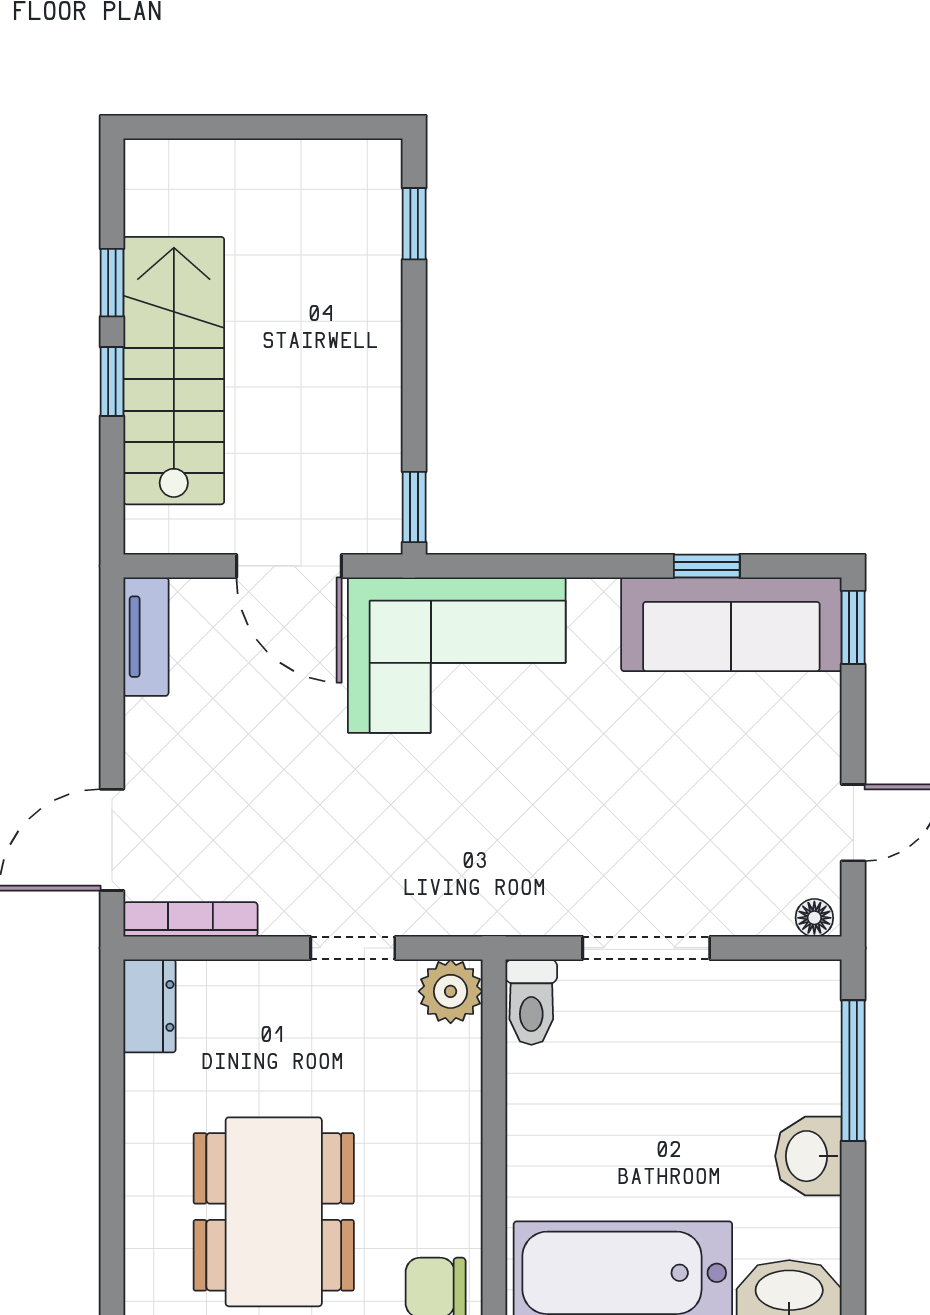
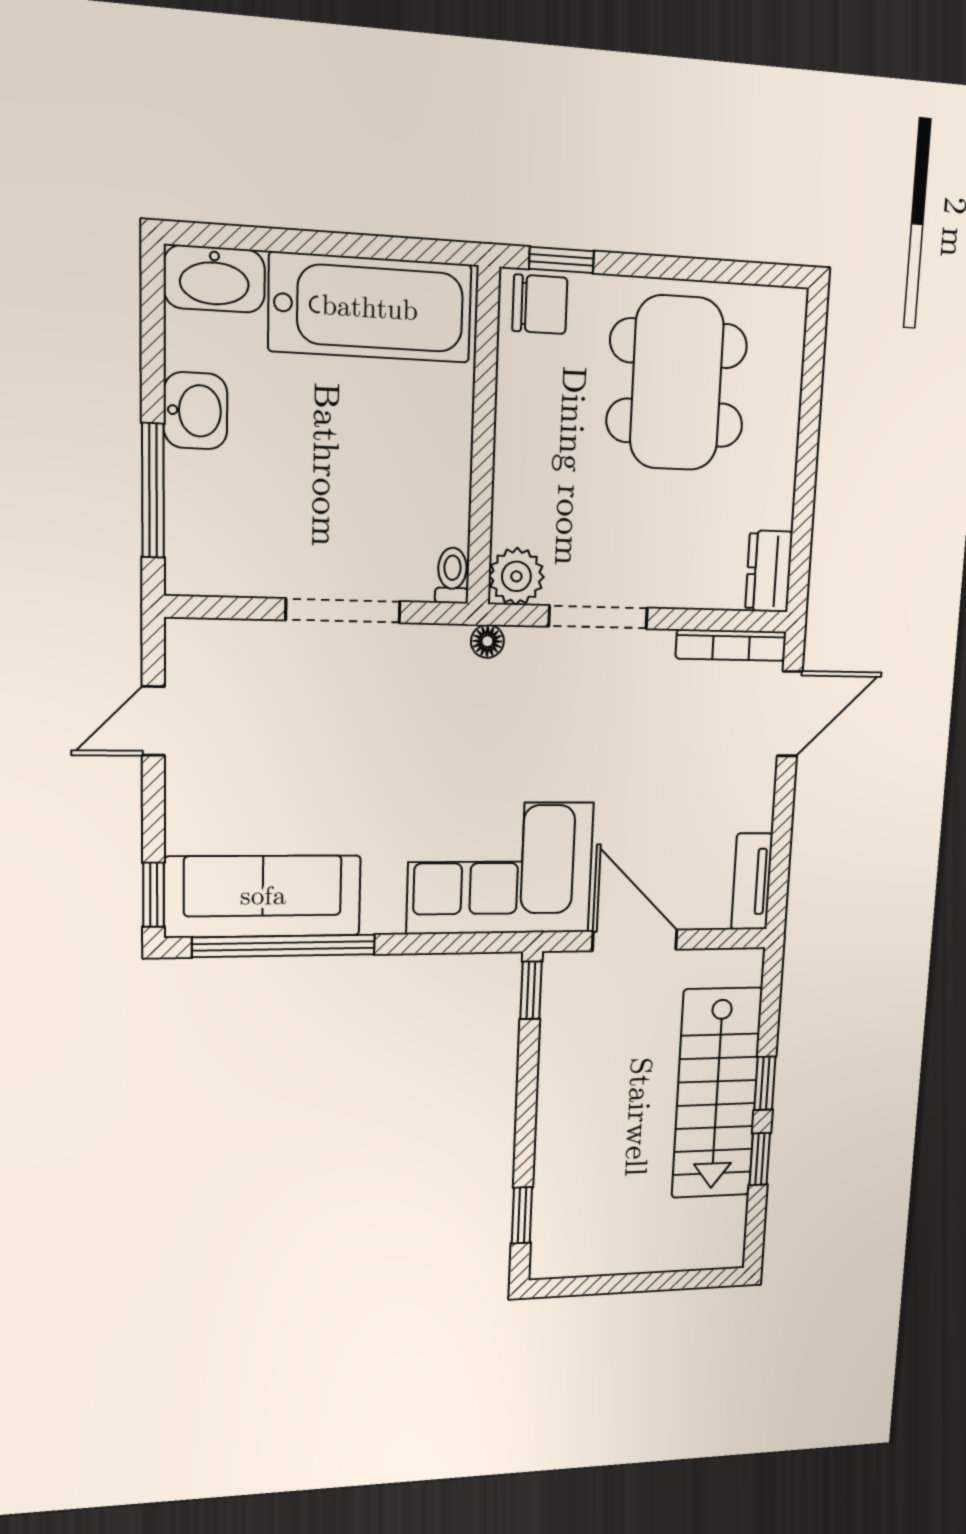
window: (707, 566) -> (284, 946), width x3.17
floor lamp: (814, 918) -> (487, 641), moved
doorway: (353, 948) -> (598, 617), width x1.38
toilet: (531, 1002) -> (452, 576), width x0.73, depth x0.72

